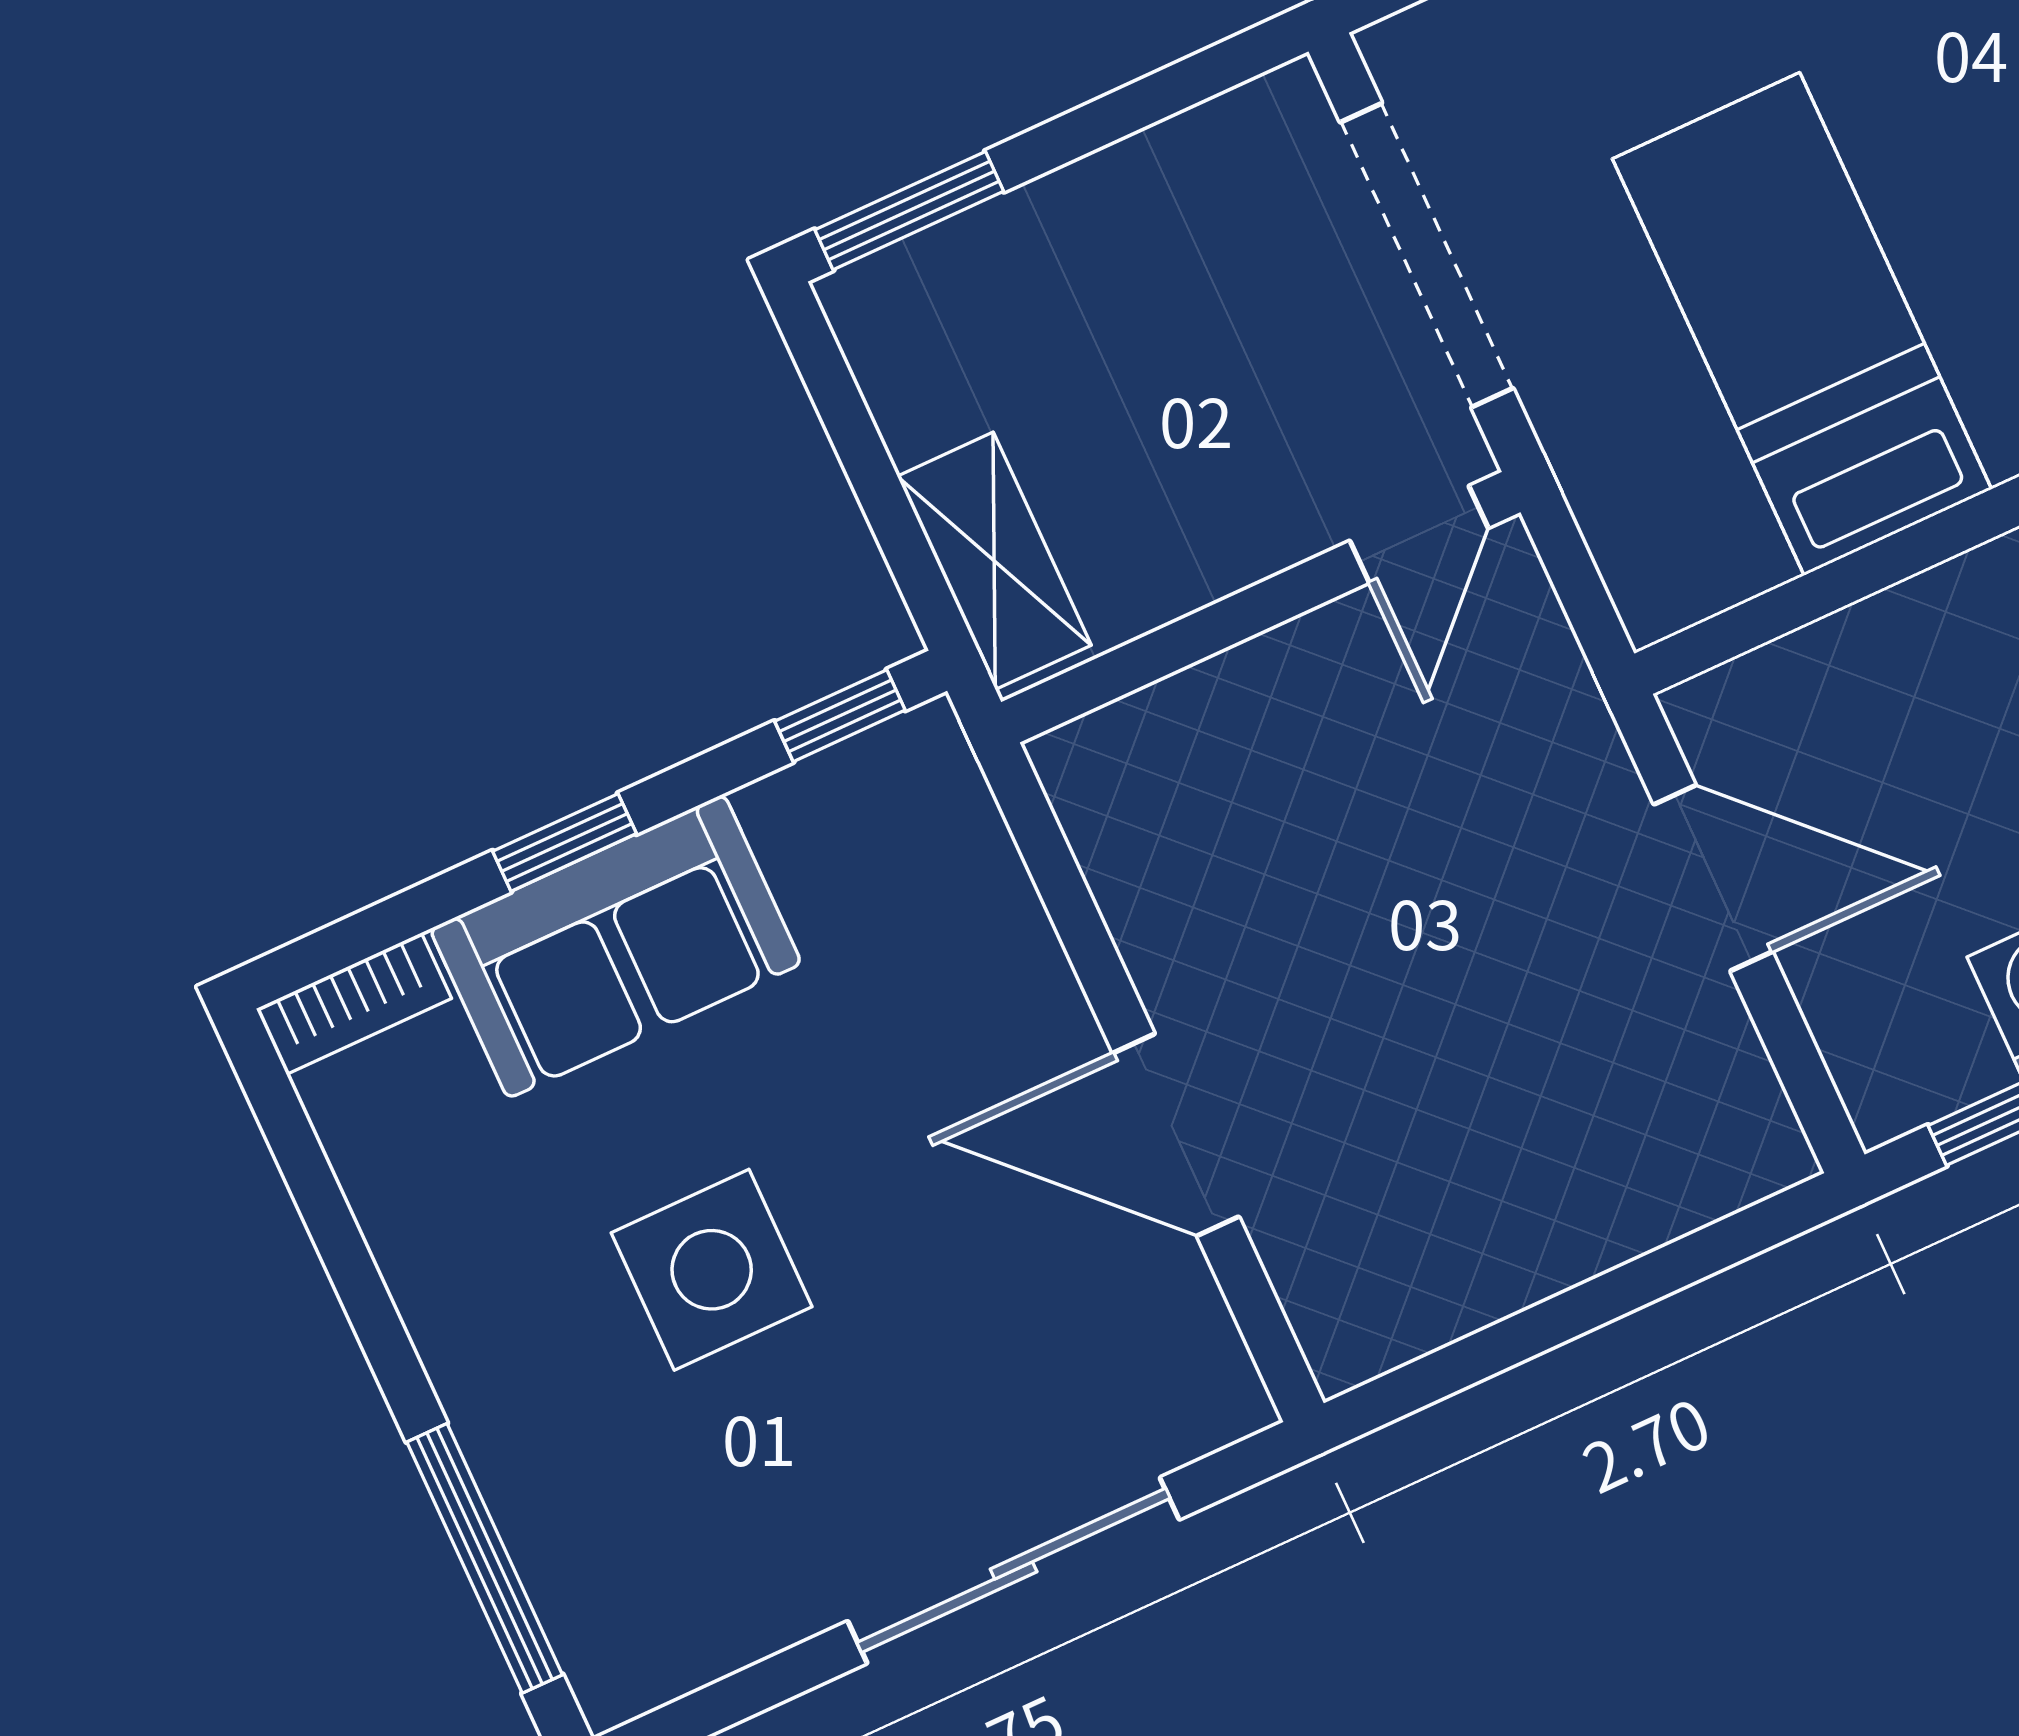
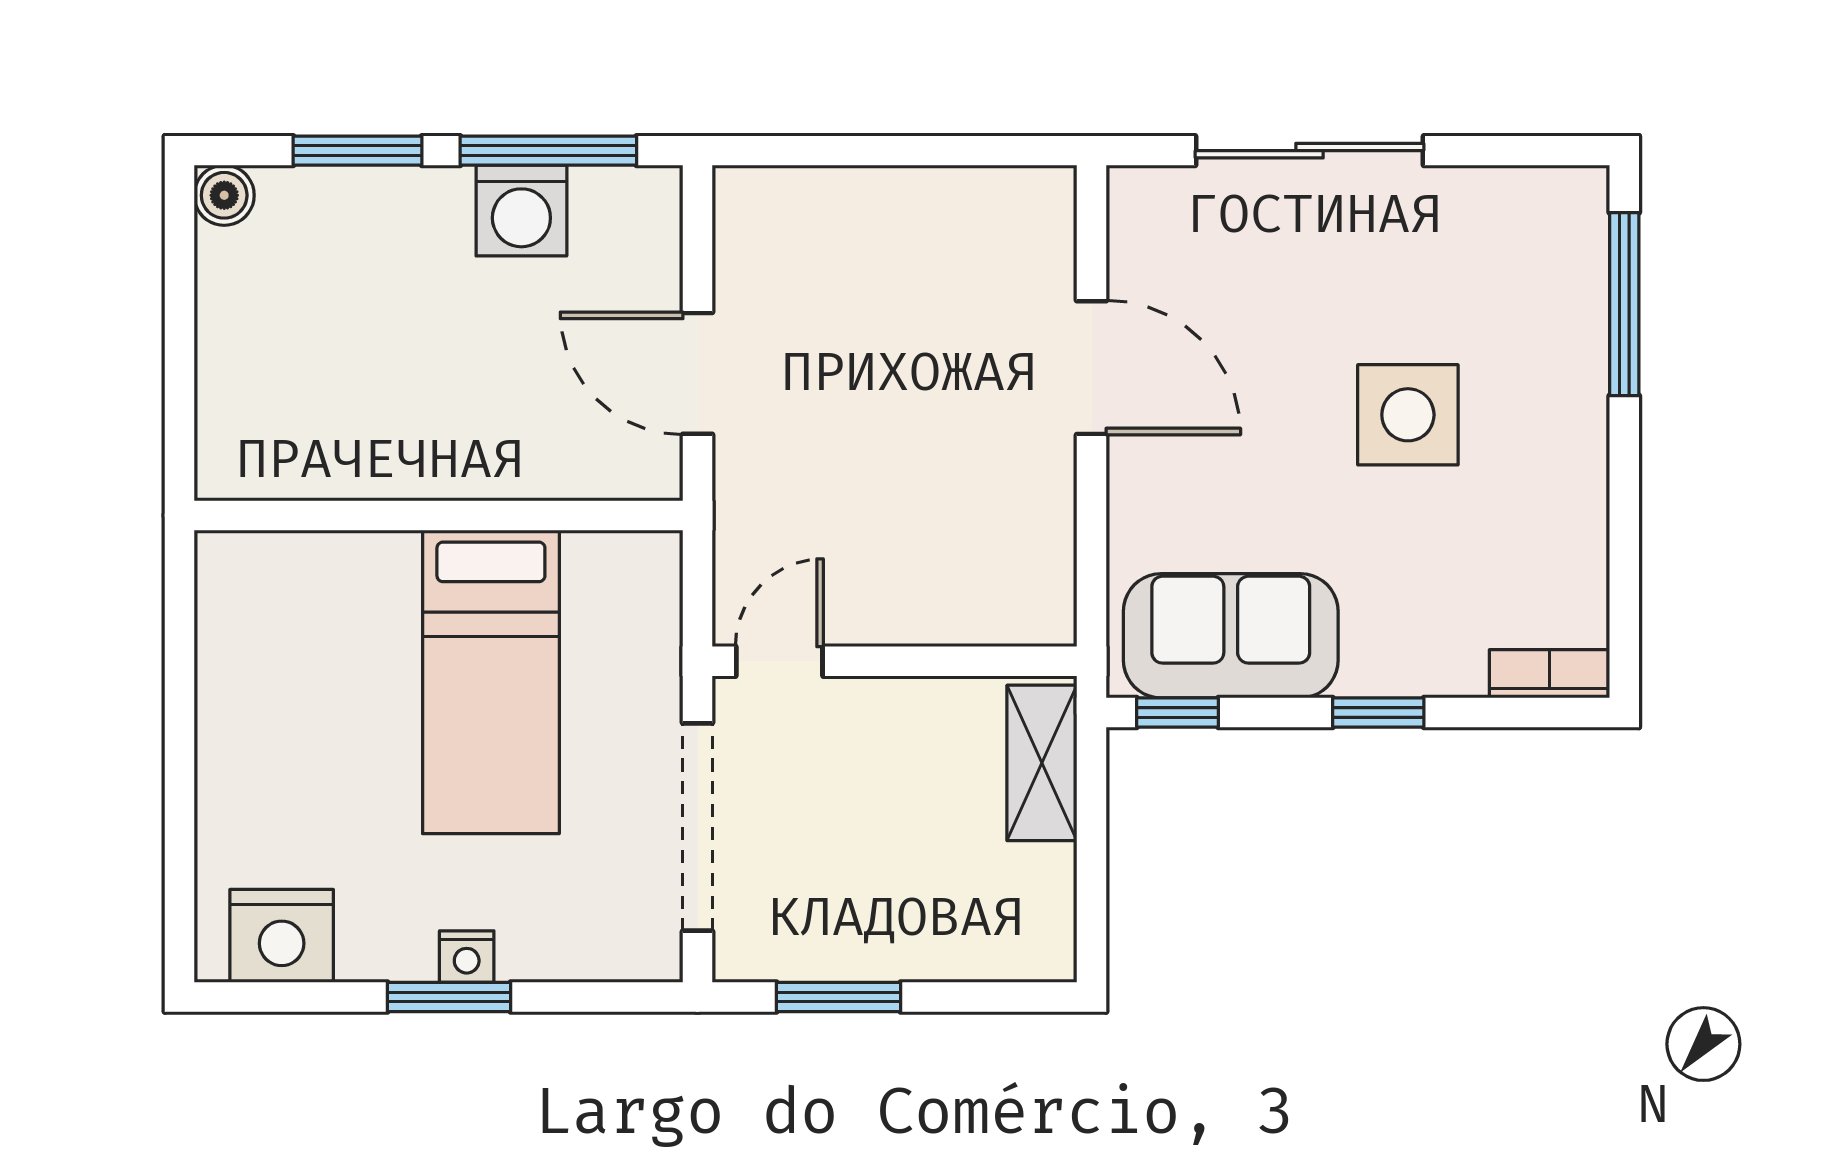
window: (909, 211) -> (839, 997), moved
sofa: (616, 946) -> (1231, 636), moved

